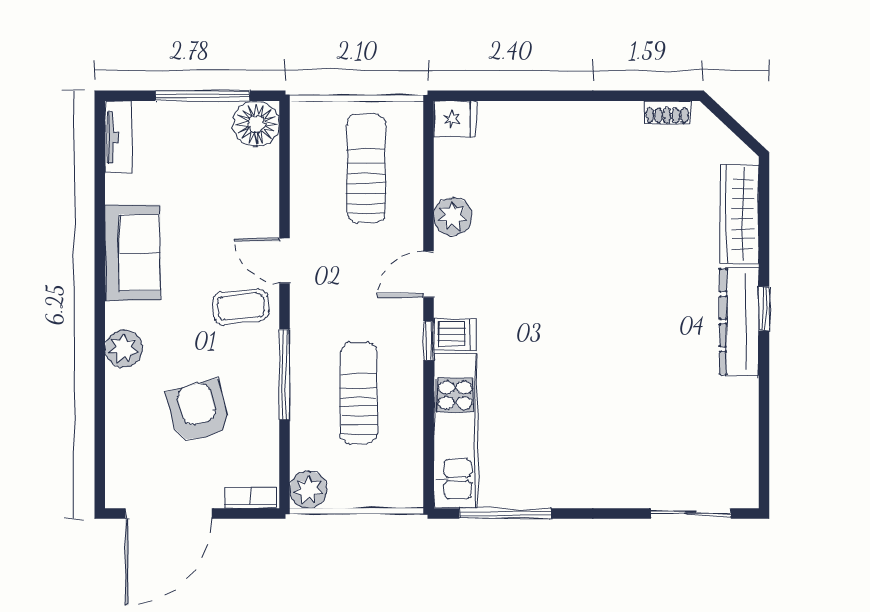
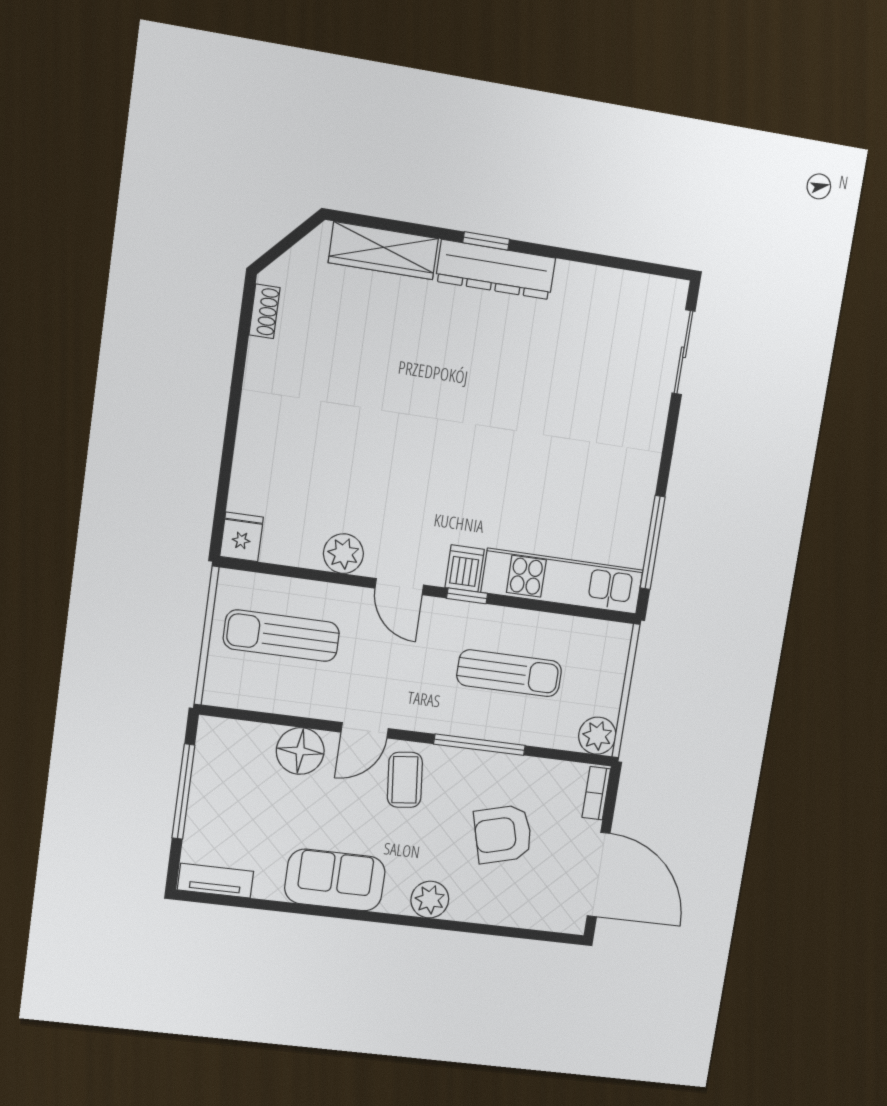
floor lamp: (256, 124) -> (300, 751), moved
sun lounger: (359, 393) -> (509, 673), turned 180

